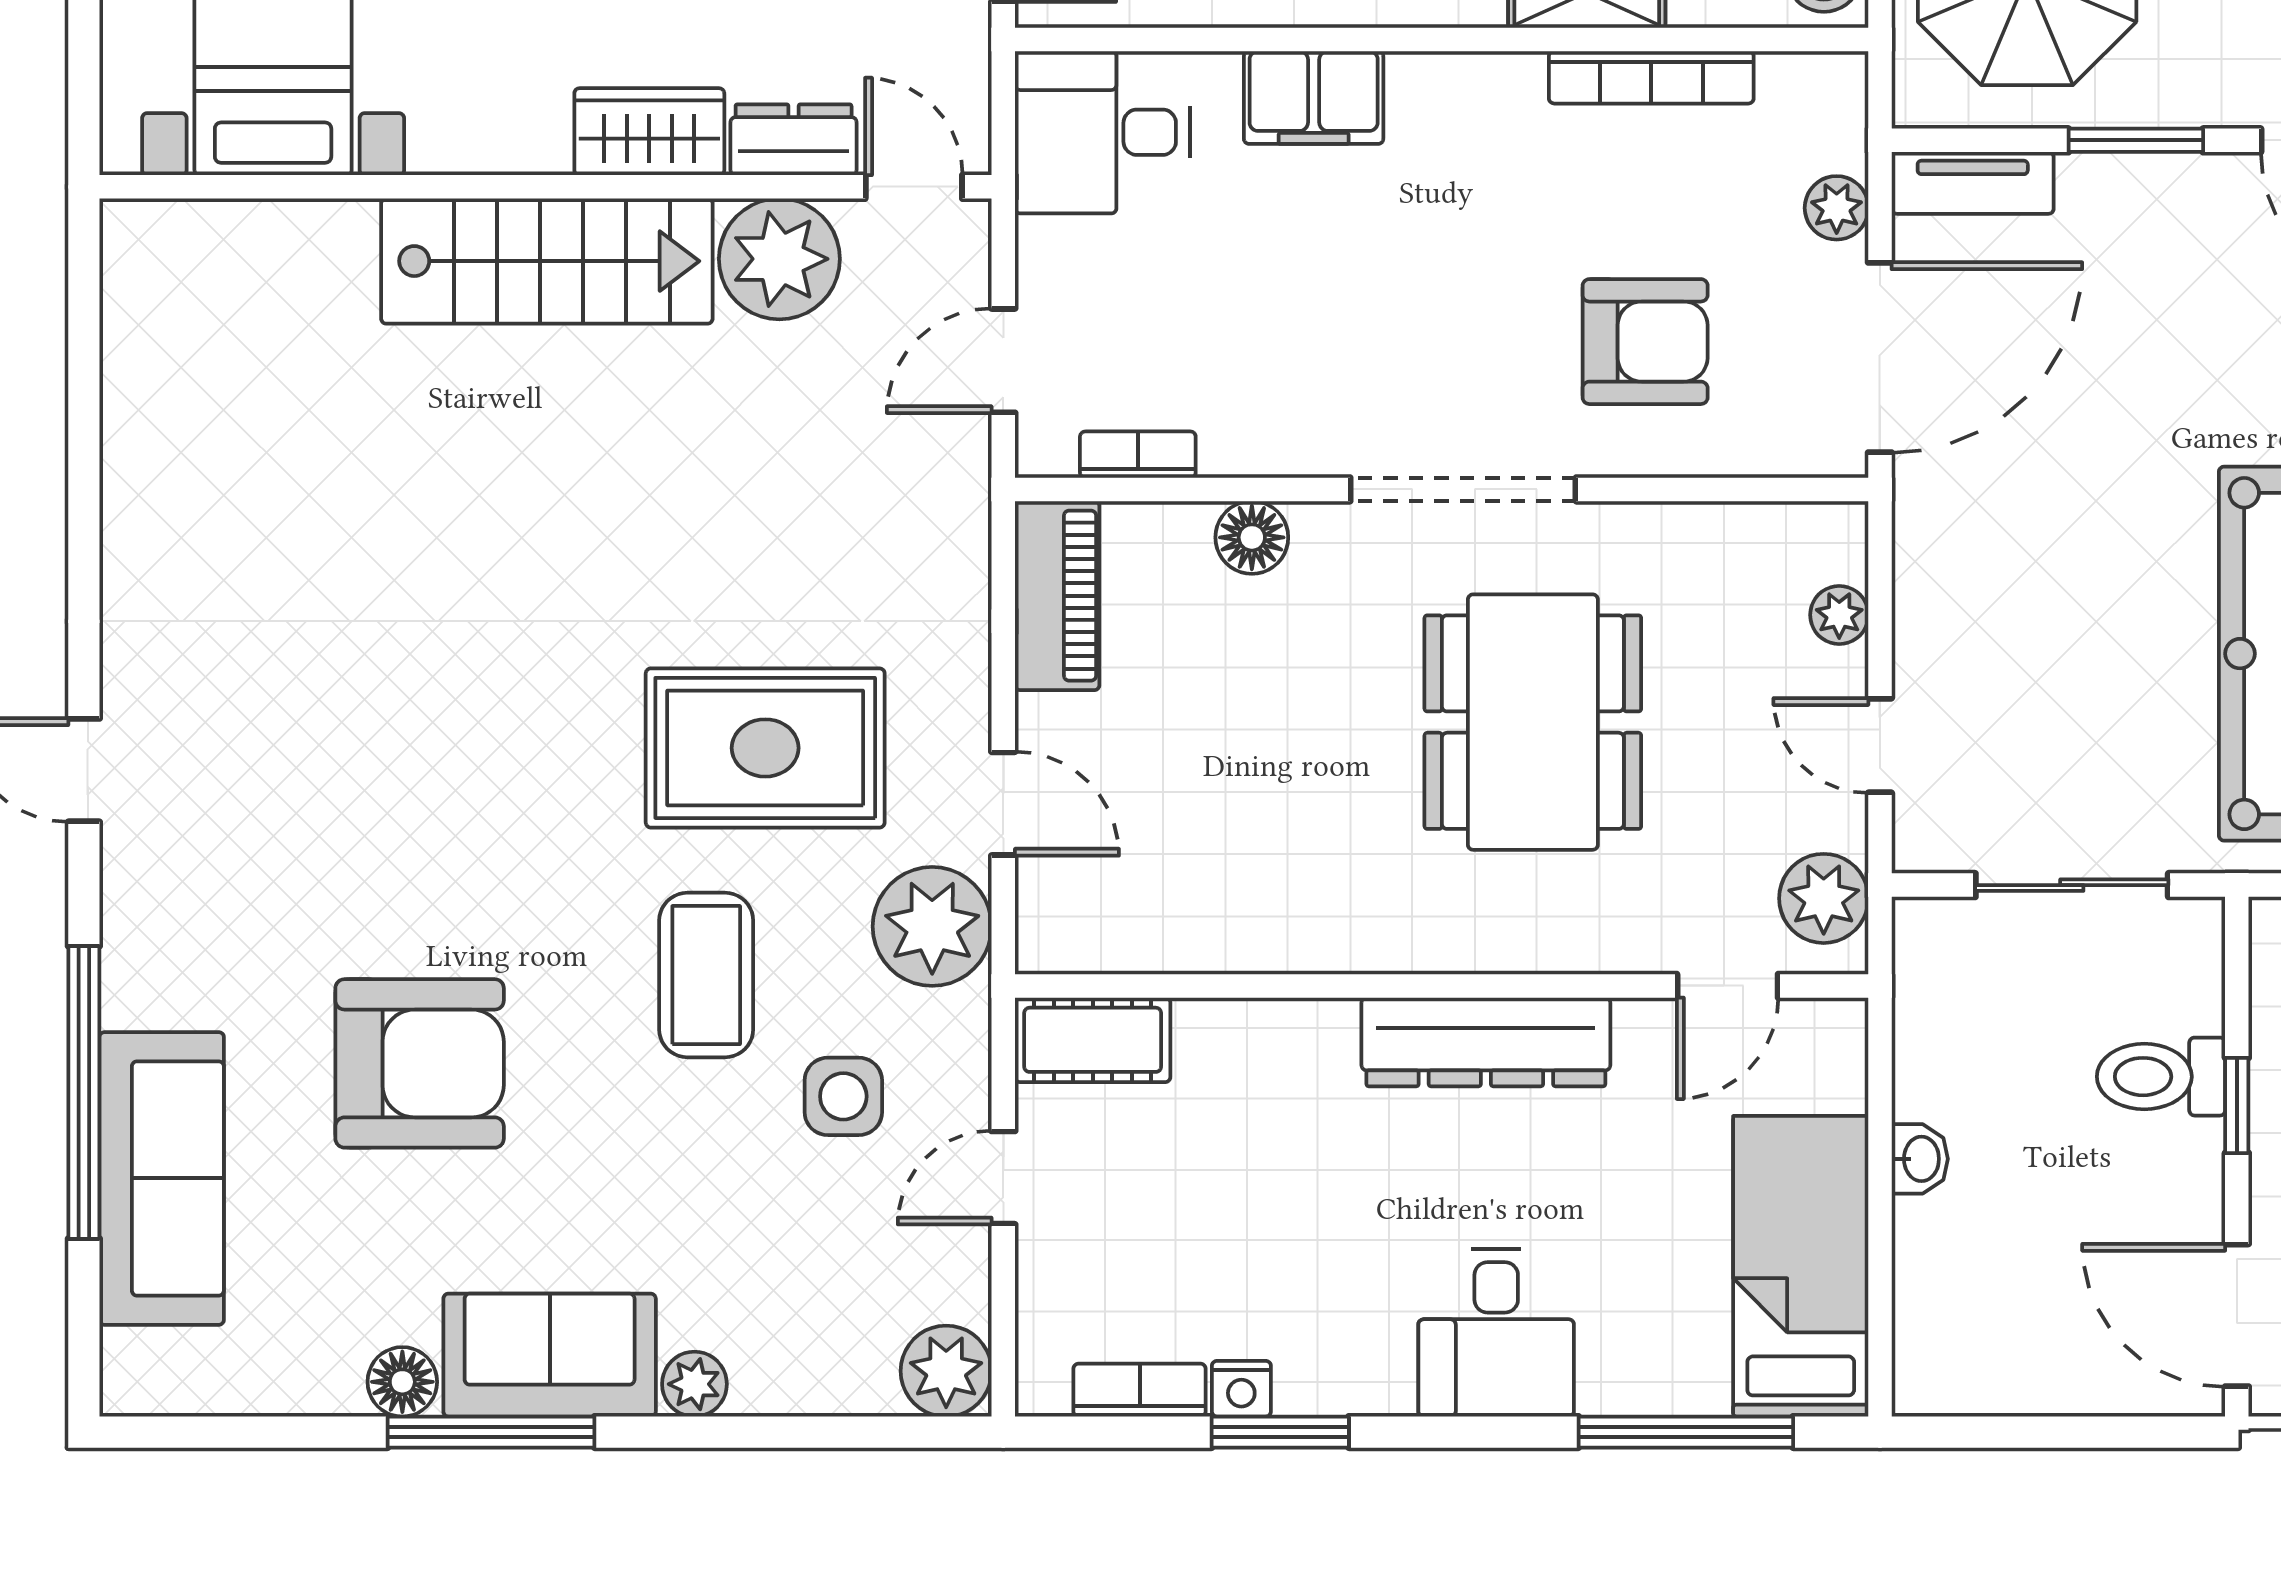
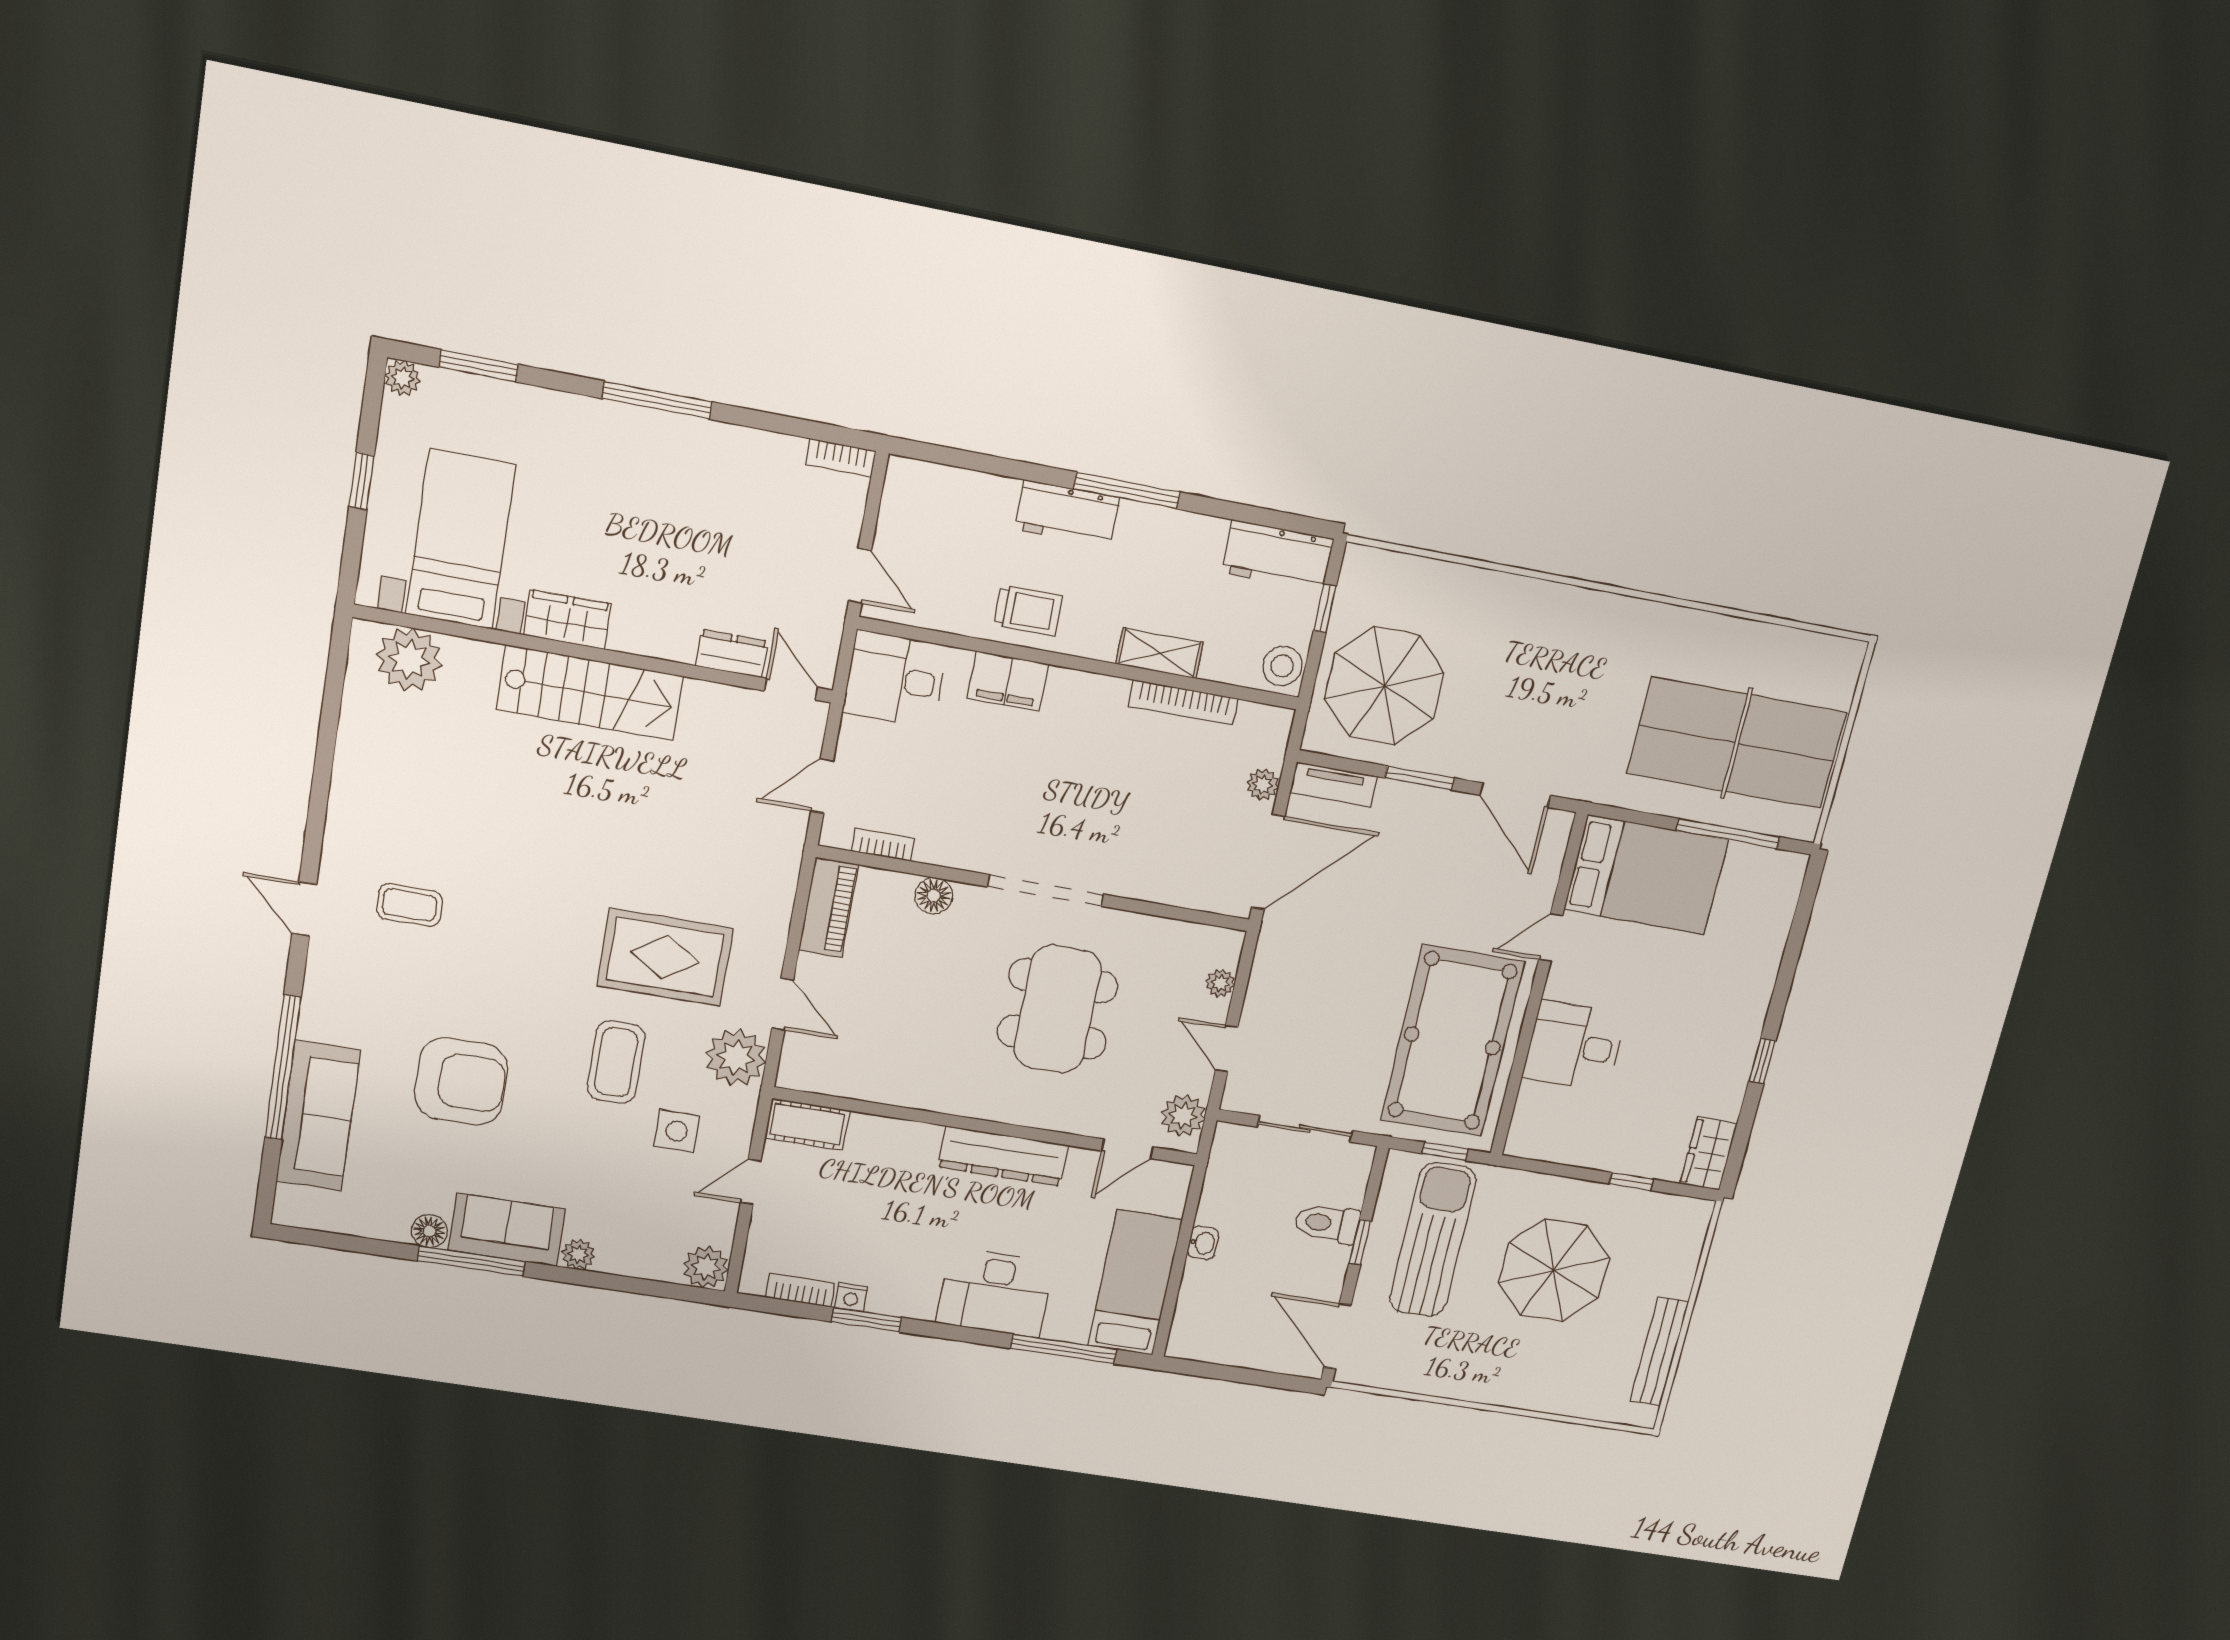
wardrobe: (649, 132) -> (567, 620), moved
plant: (779, 259) -> (409, 660), moved
armchair: (1645, 342) -> (1152, 834), removed
coffee table: (276, 728) -> (409, 905), added
desk: (1496, 1333) -> (995, 1293), width x1.37

